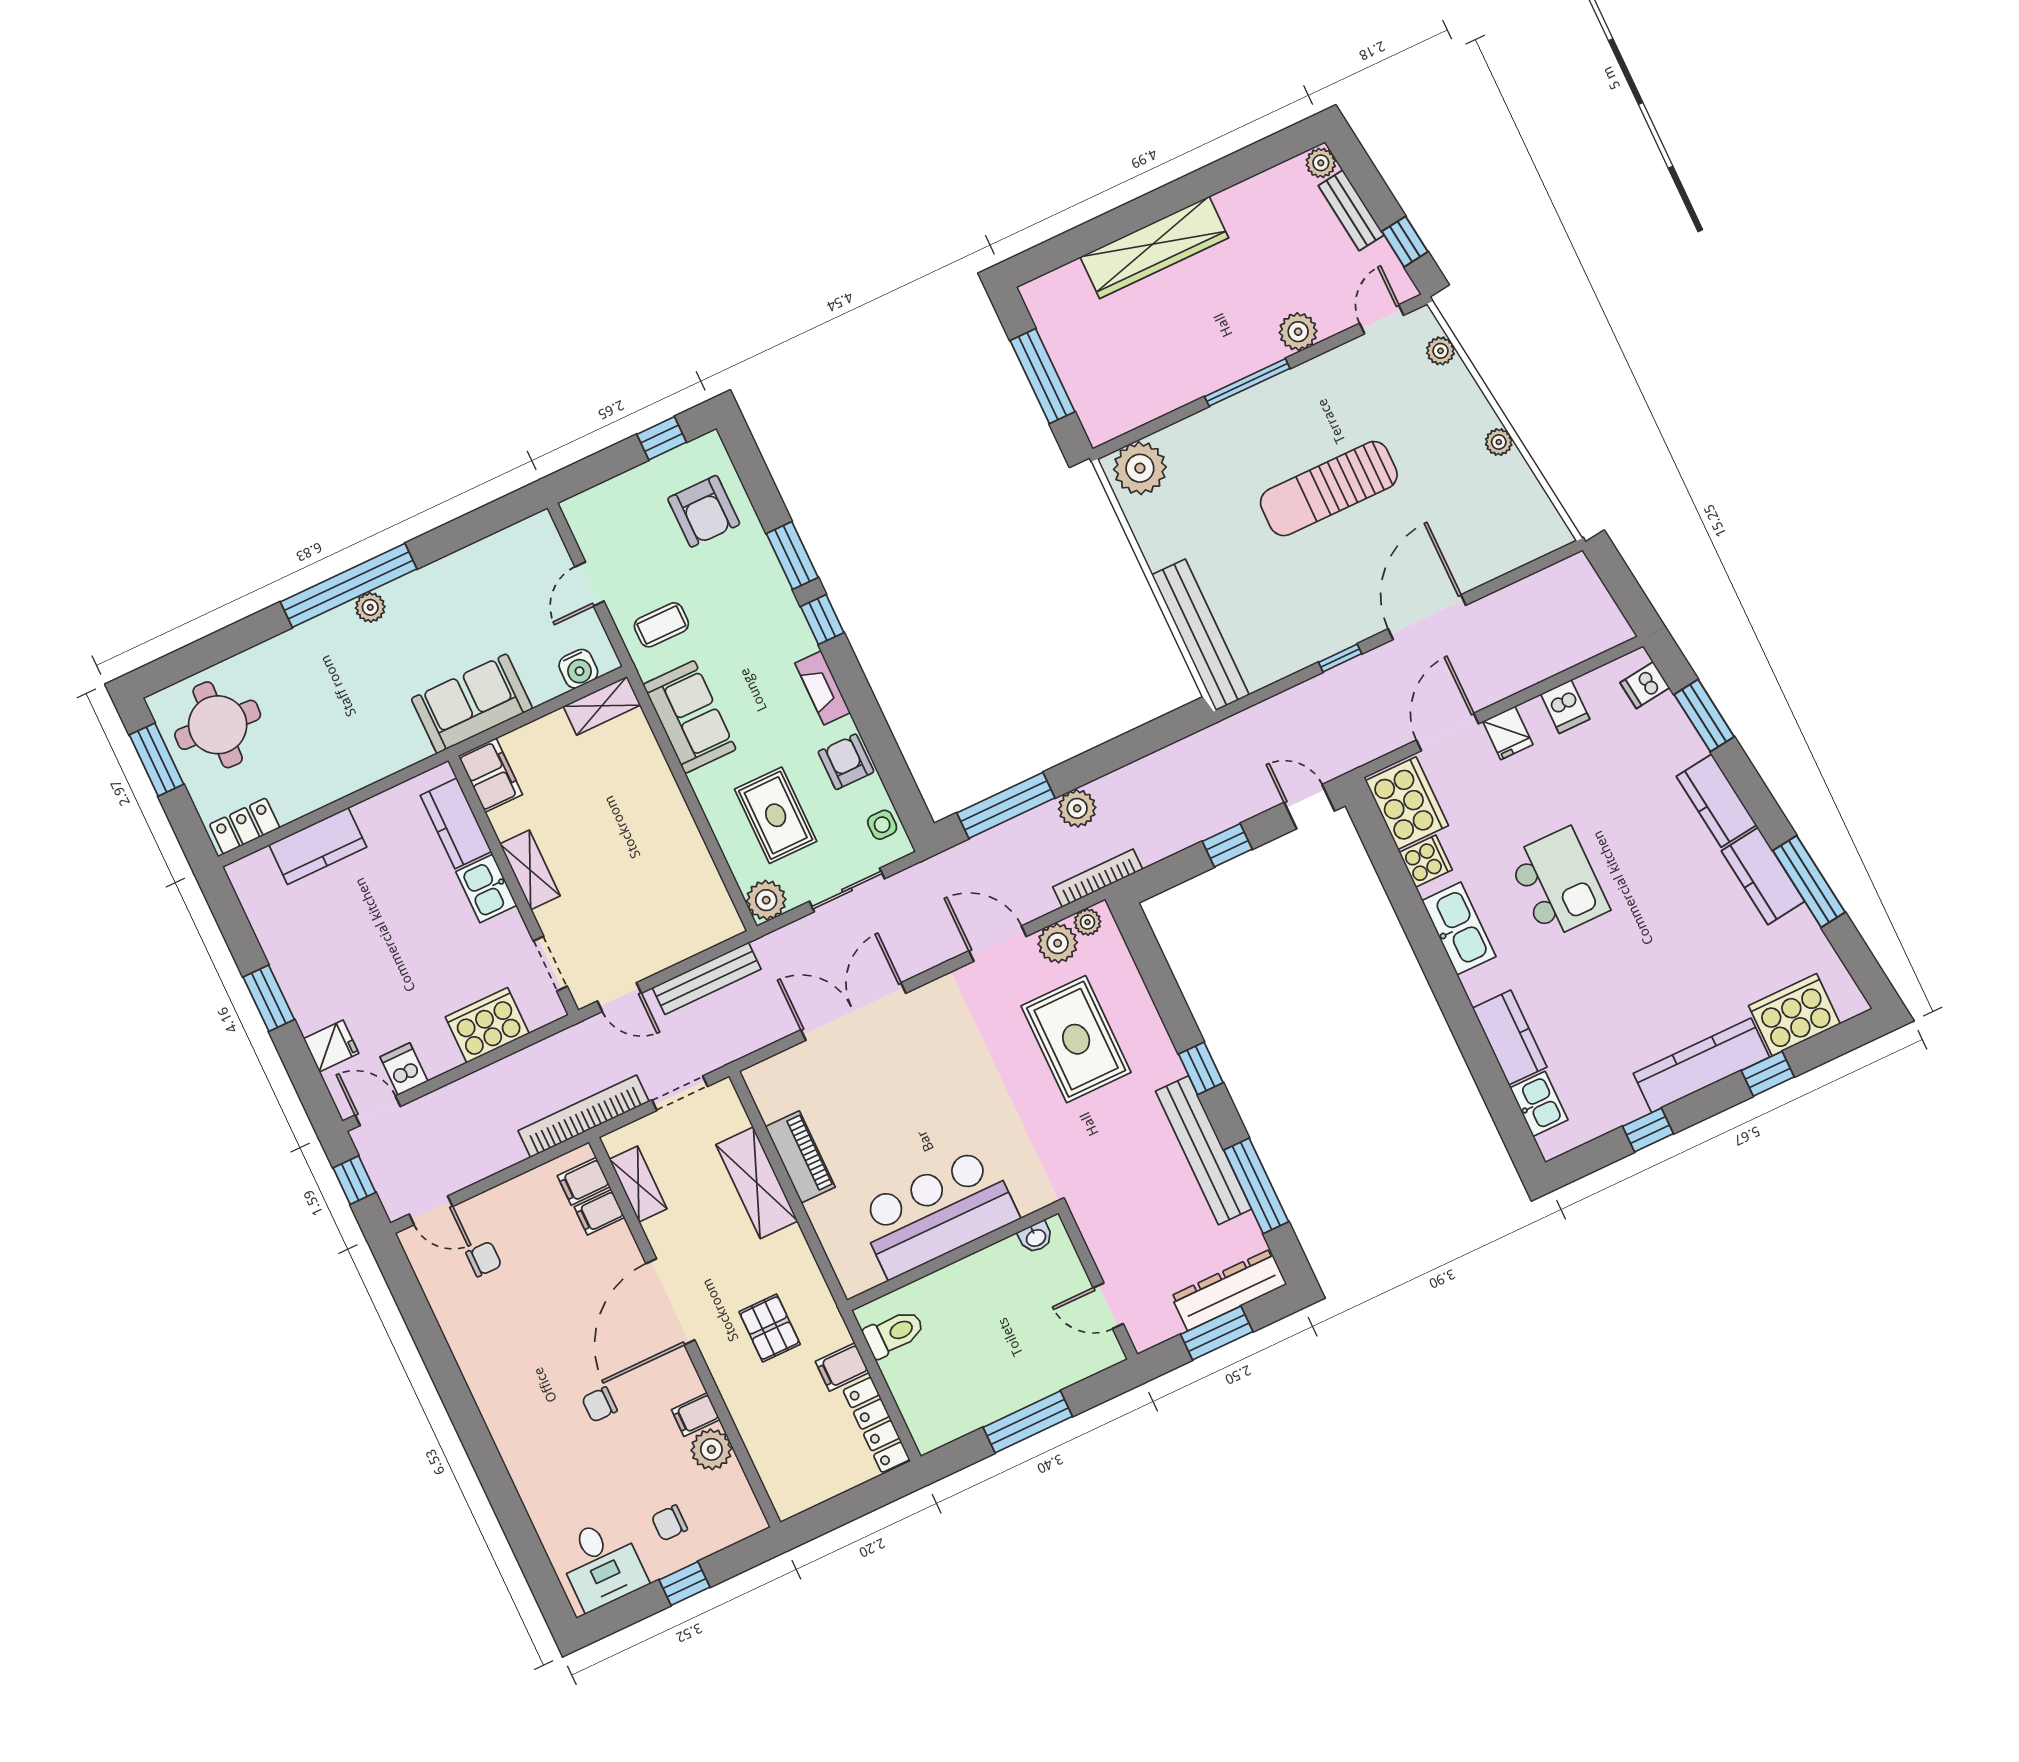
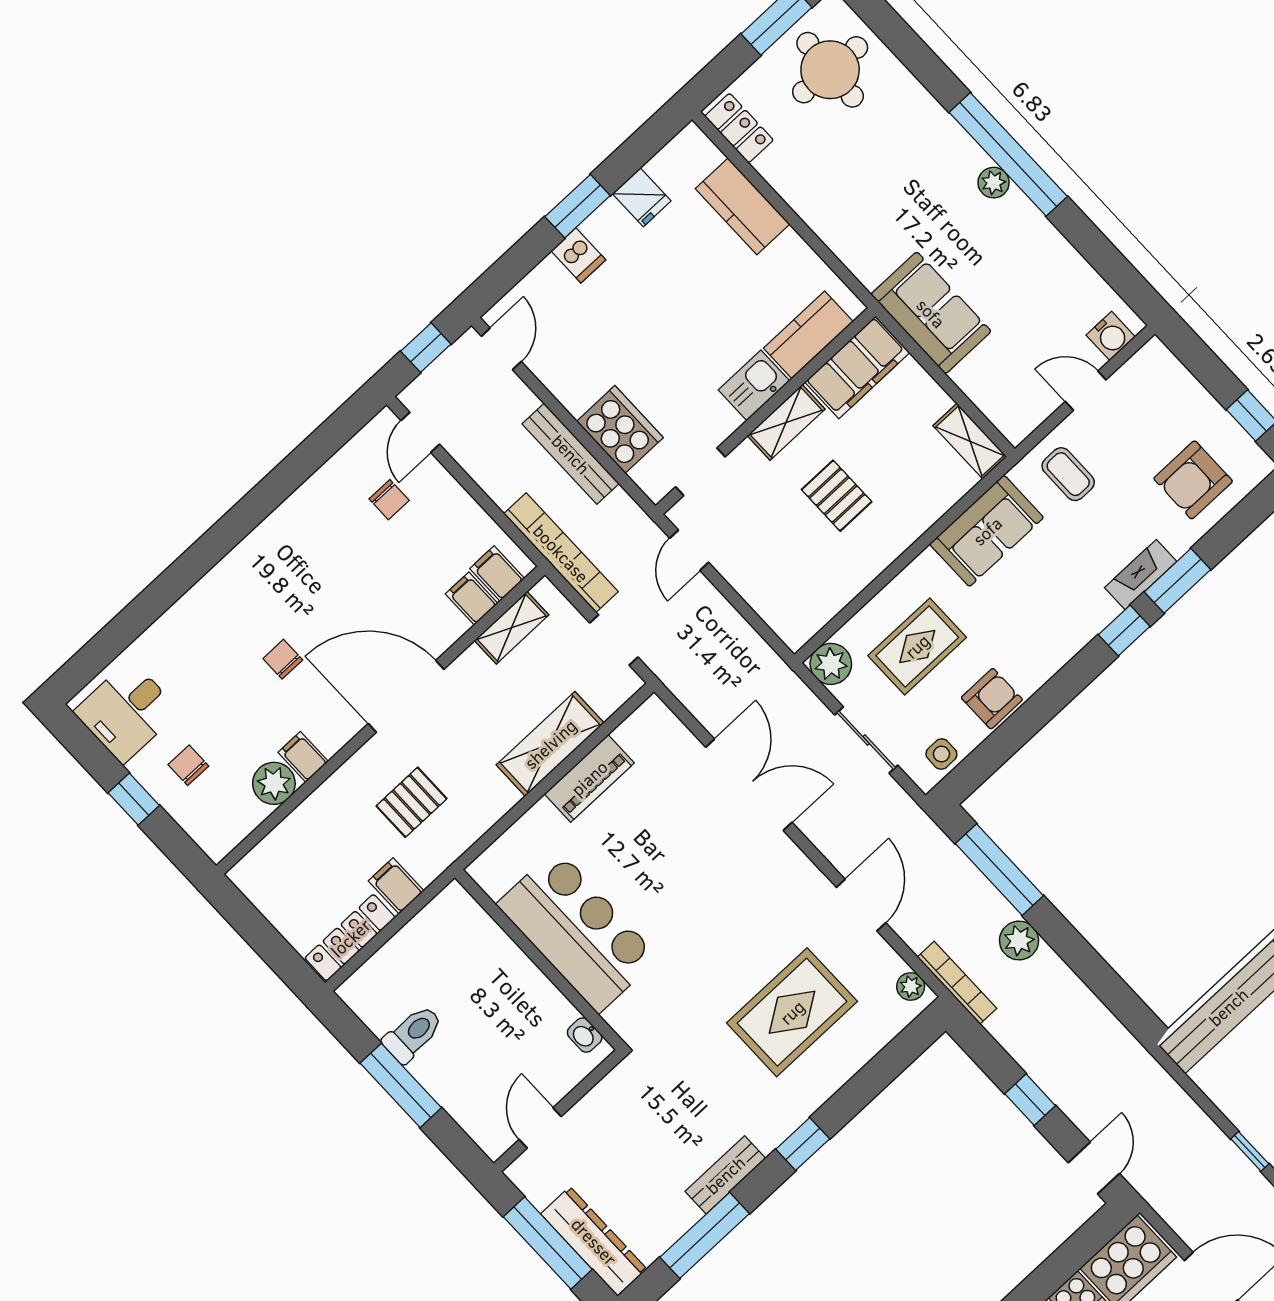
water cooler: (578, 669) -> (1111, 336), moved, turned -90
fireplace: (823, 688) -> (1141, 575), moved
filing cabinet: (490, 775) -> (857, 367), width x1.50, depth x1.17
pallet: (613, 845) -> (837, 496), added
plant: (1058, 943) -> (880, 964), removed
bench: (707, 978) -> (571, 454), moved
fridge: (331, 1046) -> (642, 197), moved
dishwasher: (404, 1069) -> (578, 255), moved, turned 90
bench: (1204, 1150) -> (725, 1175), width x0.54, depth x0.82
toilet: (894, 1333) -> (413, 1034), moved, turned -90
window: (1217, 1333) -> (548, 1243), width x1.44

